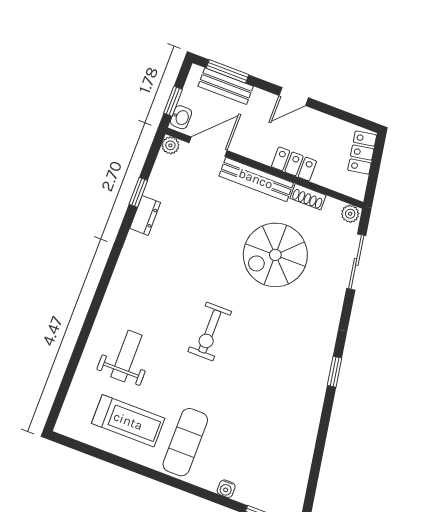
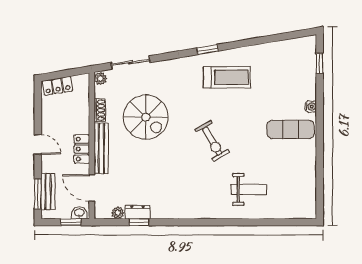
plant: (170, 145) -> (118, 213), moved
locker: (294, 164) -> (82, 149), moved
dresser: (145, 215) -> (137, 212), moved
exercise bike: (210, 331) -> (212, 141), turned 60
weight bench: (126, 356) -> (249, 189), turned 180
treadmill: (128, 421) -> (227, 77), moved, turned 90
water cooler: (226, 489) -> (311, 107), moved

